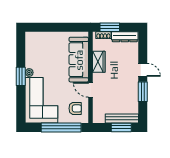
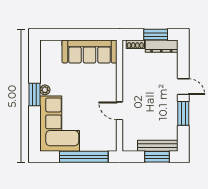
window: (110, 27) -> (156, 35), moved
sofa: (79, 60) -> (90, 52), moved, turned -90
wardrobe: (99, 62) -> (130, 77), removed
armchair: (75, 108) -> (101, 134), removed

